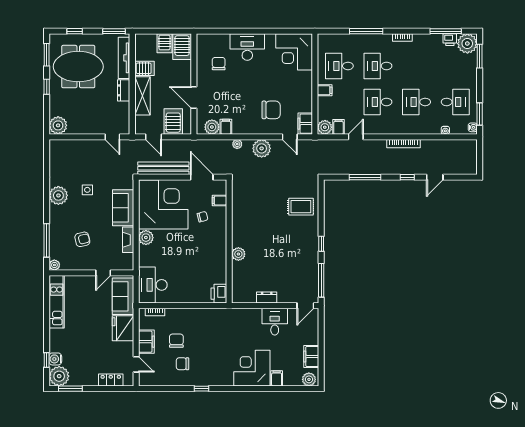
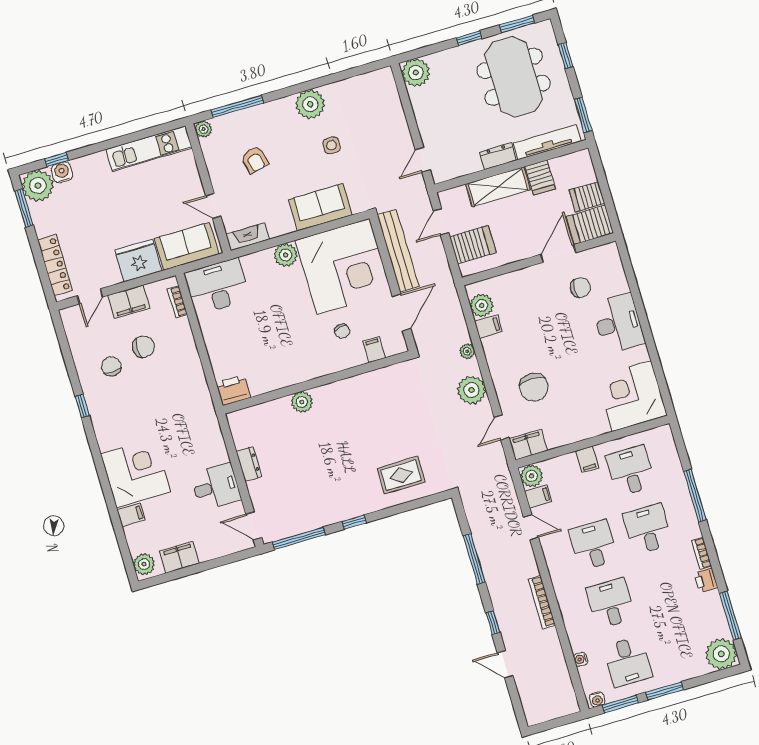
printer: (450, 40) -> (706, 580), moved
window: (480, 56) -> (665, 691), moved
door: (194, 97) -> (558, 253), moved
rug: (301, 207) -> (401, 475), turned 90
fireplace: (128, 240) -> (248, 237), moved
locker: (111, 380) -> (55, 265), width x1.53

